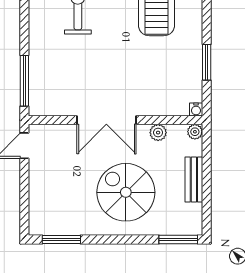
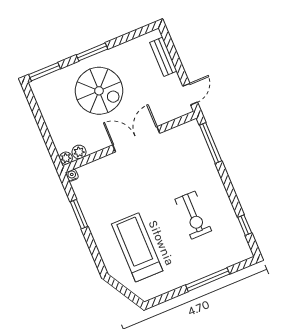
plant: (158, 133) -> (79, 152), moved
bench: (194, 179) -> (163, 57), moved
window: (61, 239) -> (92, 52), moved

